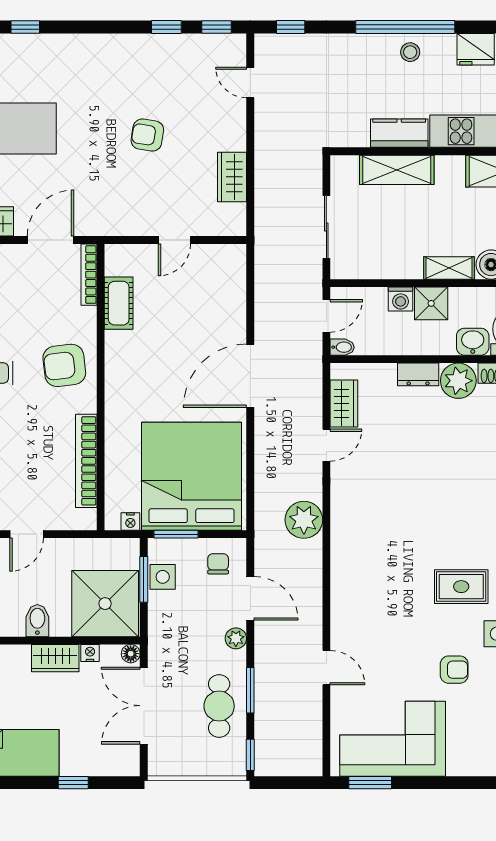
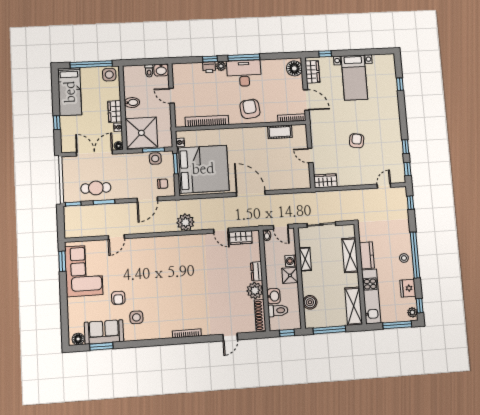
wardrobe: (232, 177) -> (325, 181), moved
shelving: (449, 268) -> (305, 259), moved
rug: (461, 587) -> (158, 299), removed
plant: (236, 638) -> (128, 194), removed

